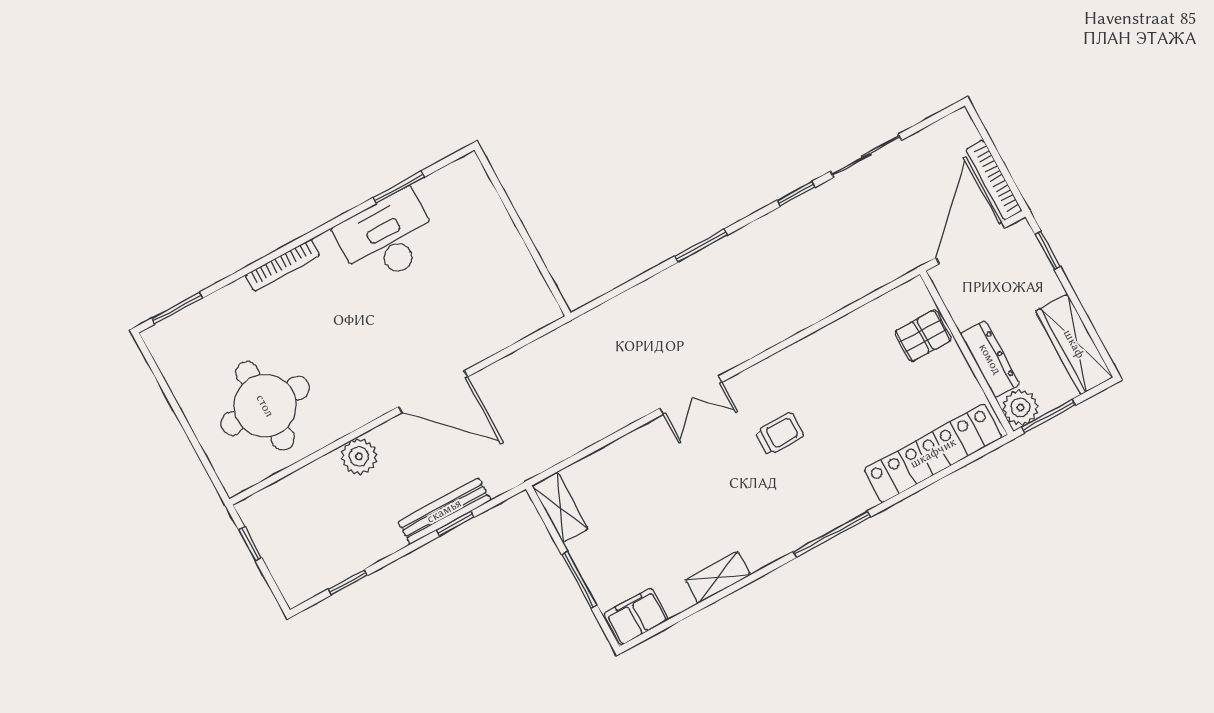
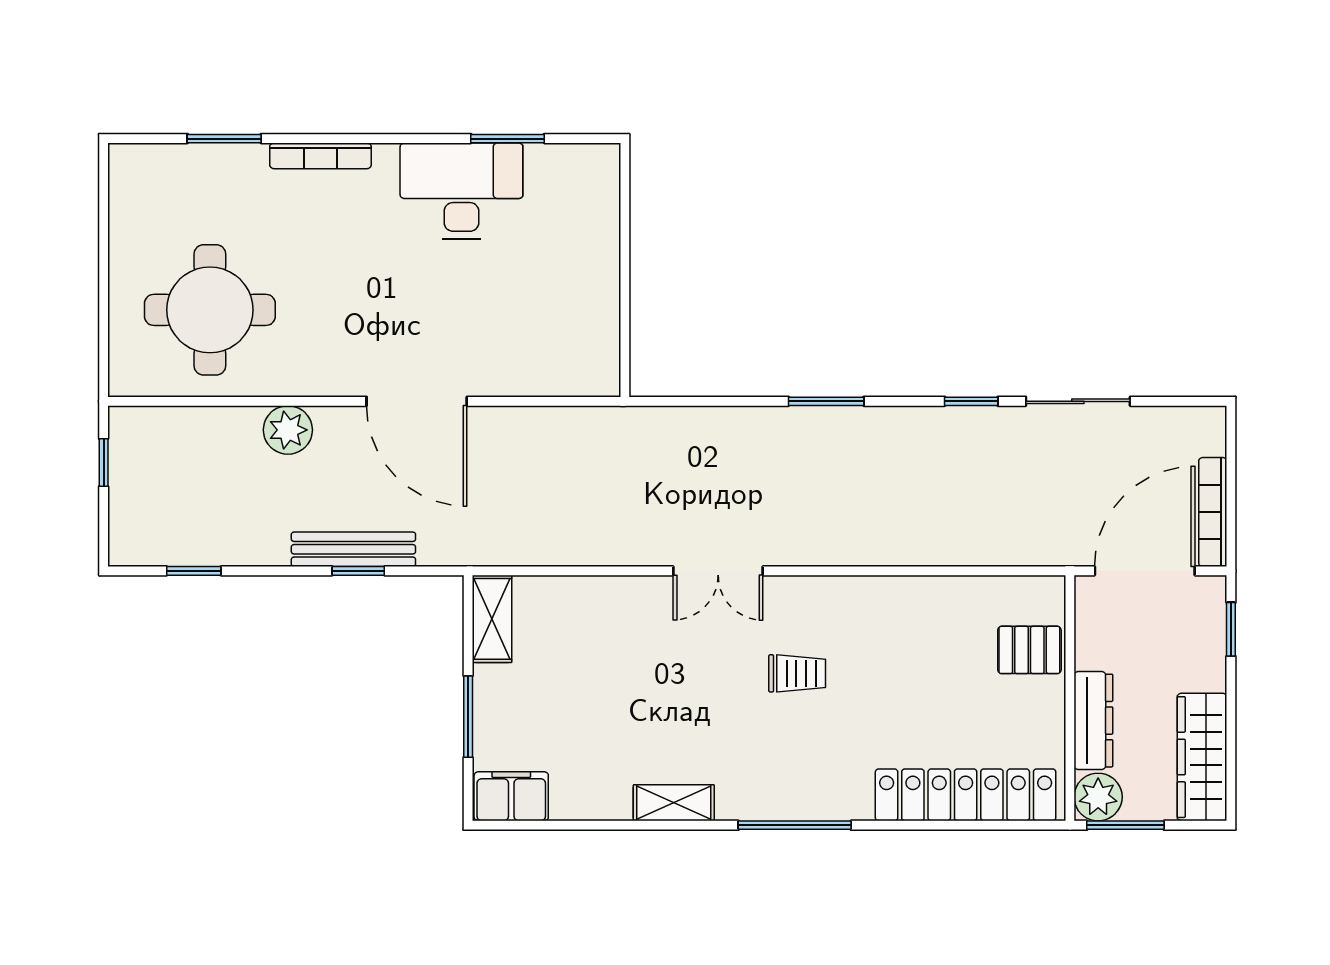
window: (177, 308) -> (224, 139), moved
shelving: (718, 577) -> (674, 803), moved

